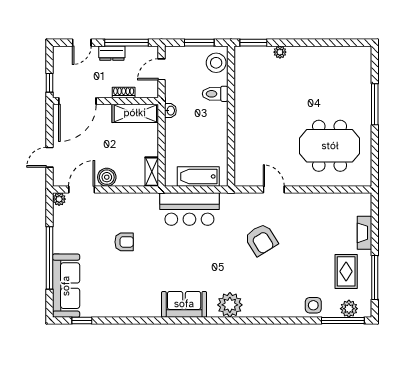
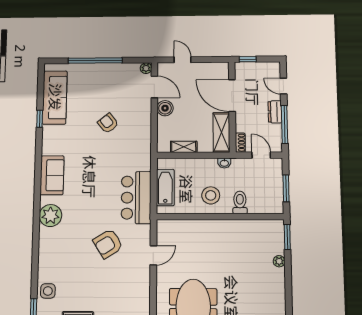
stool: (216, 63) -> (211, 195), moved
shoe rack: (124, 92) -> (240, 143), moved
door: (77, 101) -> (232, 96), moved
shelving: (152, 172) -> (184, 147), moved
bar counter: (189, 209) -> (136, 198), moved
armchair: (124, 242) -> (108, 123), turned 141
sofa: (66, 286) -> (55, 97), moved, turned -90
window: (82, 320) -> (40, 119), moved

